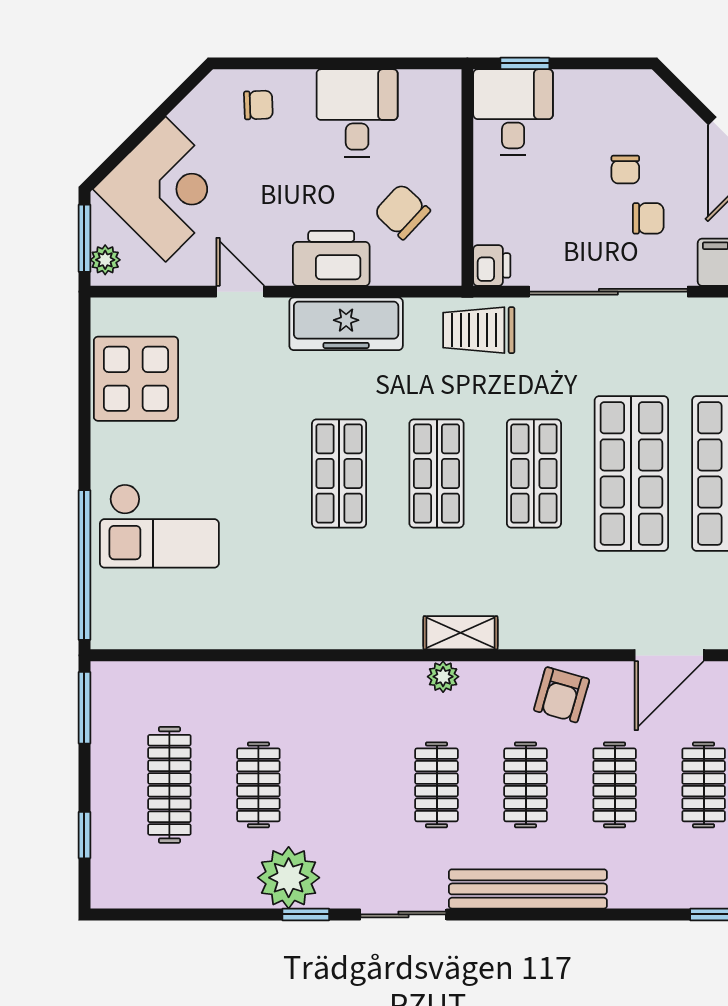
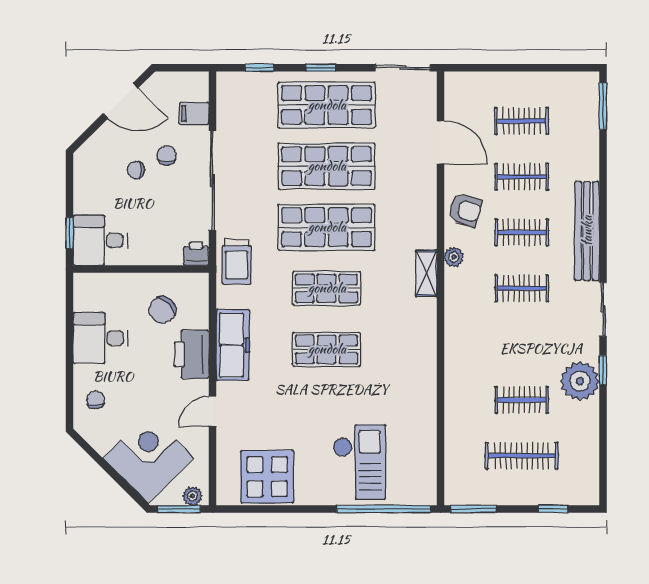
chair: (625, 170) -> (136, 170), turned 180
shop shelf: (534, 473) -> (327, 227), width x1.43, depth x1.36
plant: (443, 677) -> (454, 257), moved

